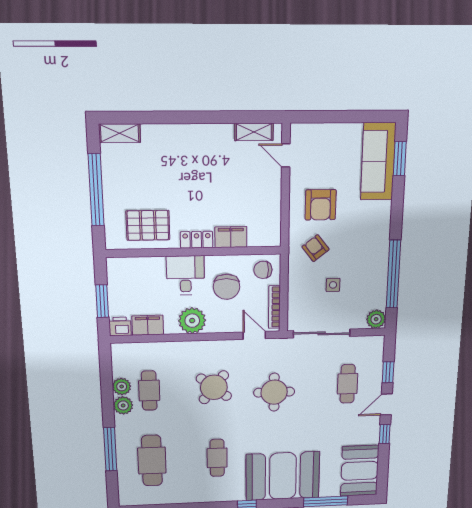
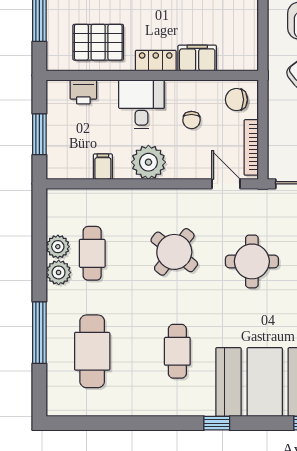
chair: (227, 287) -> (191, 120), width x0.54, depth x0.54
filing cabinet: (148, 325) -> (103, 167), width x0.50
printer: (120, 326) -> (83, 92), moved, turned 180

